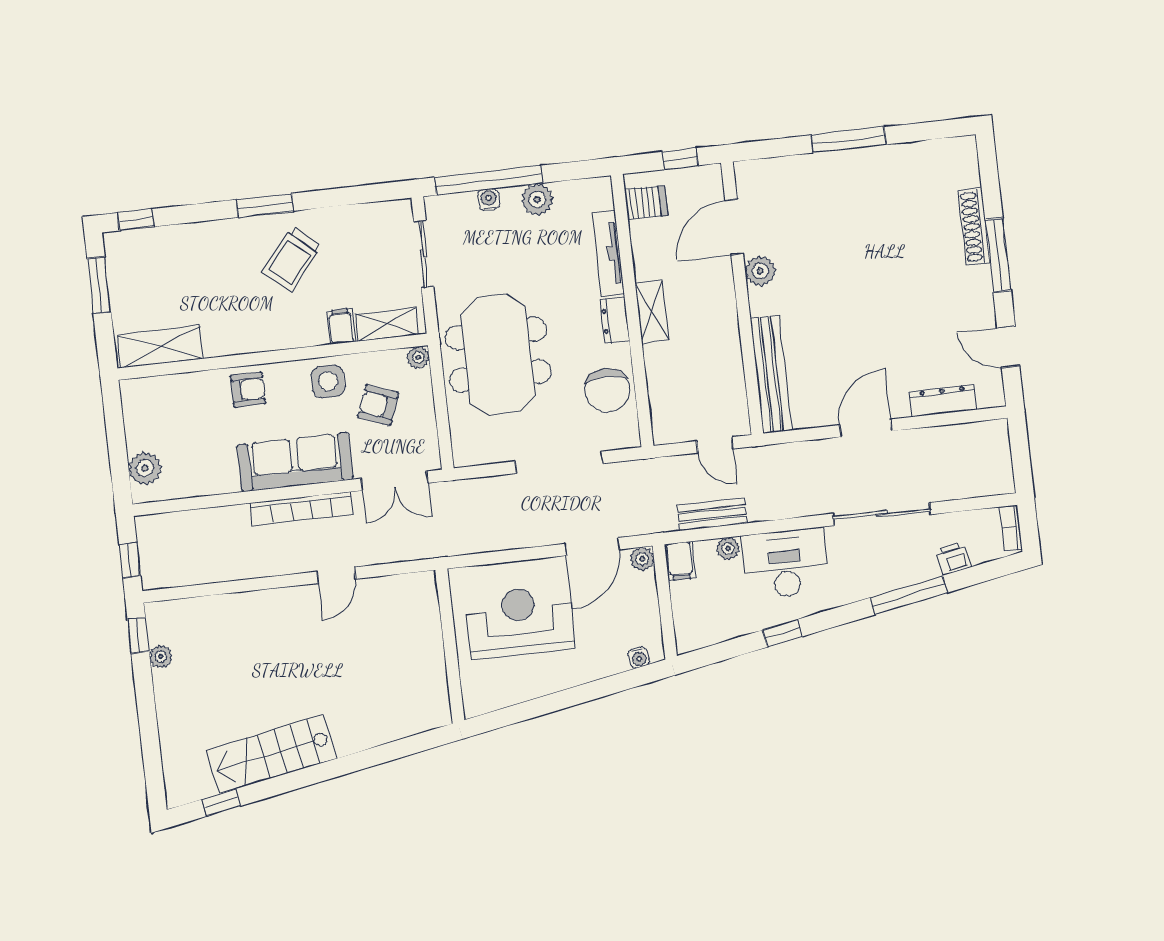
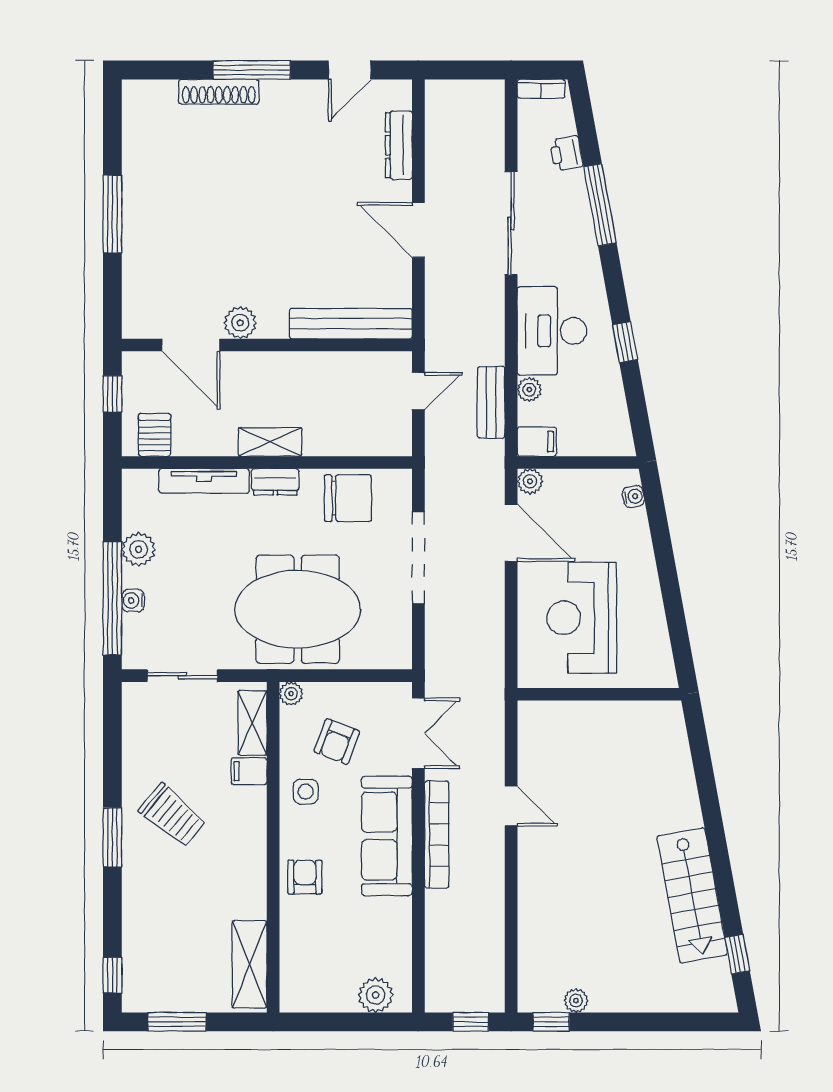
side table: (328, 381) -> (306, 792), width x0.73, depth x0.73

